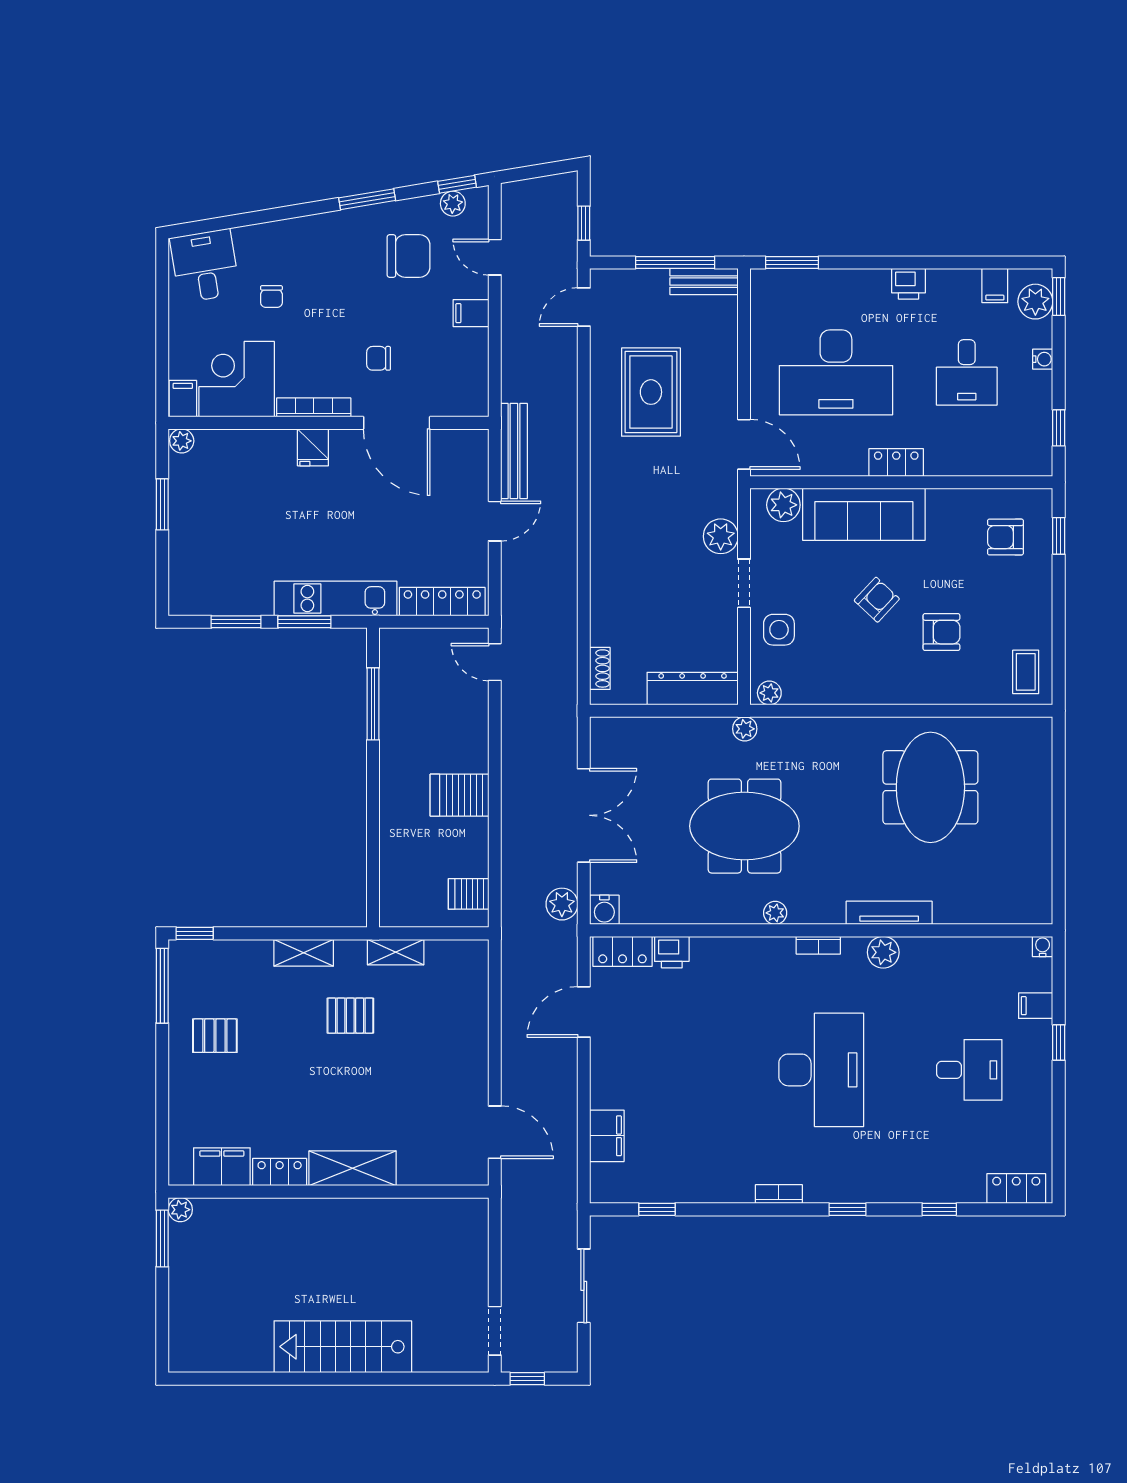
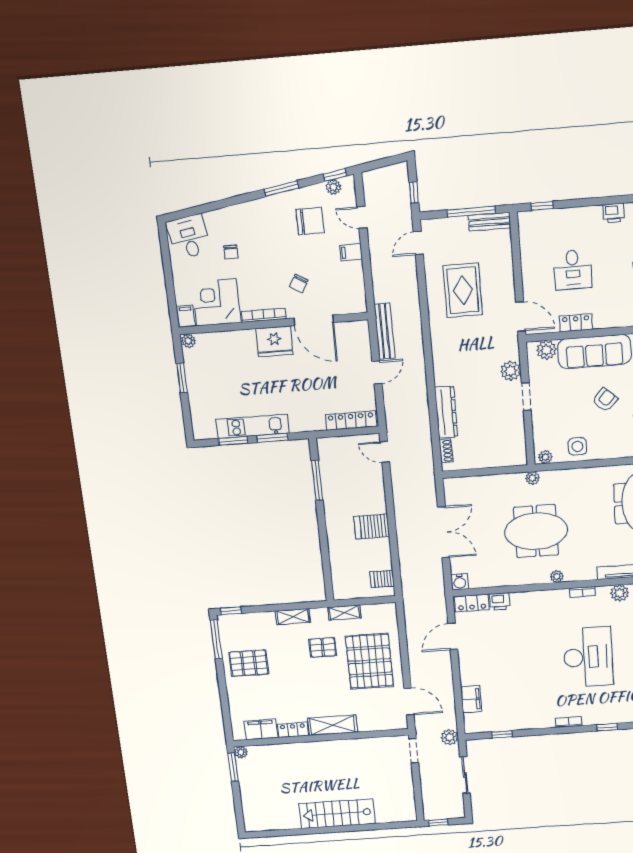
window: (792, 263) -> (542, 206), width x0.67
chair: (379, 358) -> (299, 283), turned -59
desk: (836, 372) -> (573, 270), width x0.53, depth x0.77
fridge: (313, 447) -> (274, 341), width x1.88, depth x1.34
locker: (896, 462) -> (576, 323), moved
kitchen unit: (336, 598) -> (253, 426), moved
side table: (779, 630) -> (577, 446), moved
dresser: (693, 689) -> (446, 412), moved, turned 90
plant: (562, 904) -> (450, 737), moved
pallet: (215, 1036) -> (249, 663), width x1.50, depth x1.42
pallet: (431, 1049) -> (369, 661), added
doorway: (495, 1331) -> (414, 751), moved

